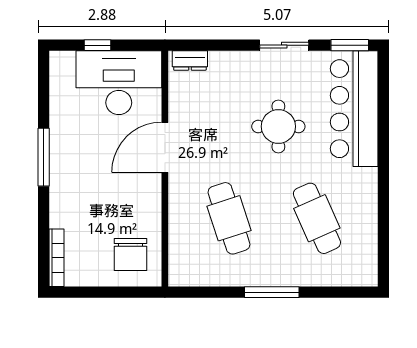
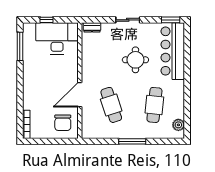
sliding door: (284, 45) -> (128, 20), moved
door: (165, 147) -> (80, 95), moved
window: (44, 157) -> (20, 46), moved
cafe table: (317, 218) -> (154, 105), turned 30
plant: (366, 259) -> (178, 125), added

